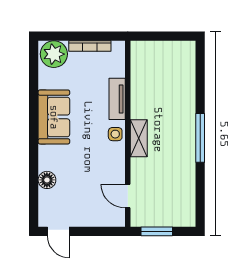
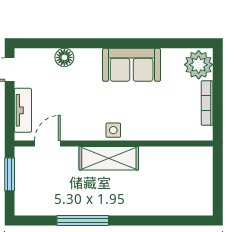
tv unit: (117, 99) -> (23, 110), moved, turned 90
shelving: (139, 138) -> (109, 158), width x1.50, depth x1.33
window: (200, 138) -> (83, 221), moved

